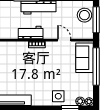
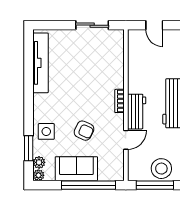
workbench: (31, 33) -> (137, 112), moved
sofa: (85, 58) -> (76, 169), moved
armchair: (58, 70) -> (84, 131), added

